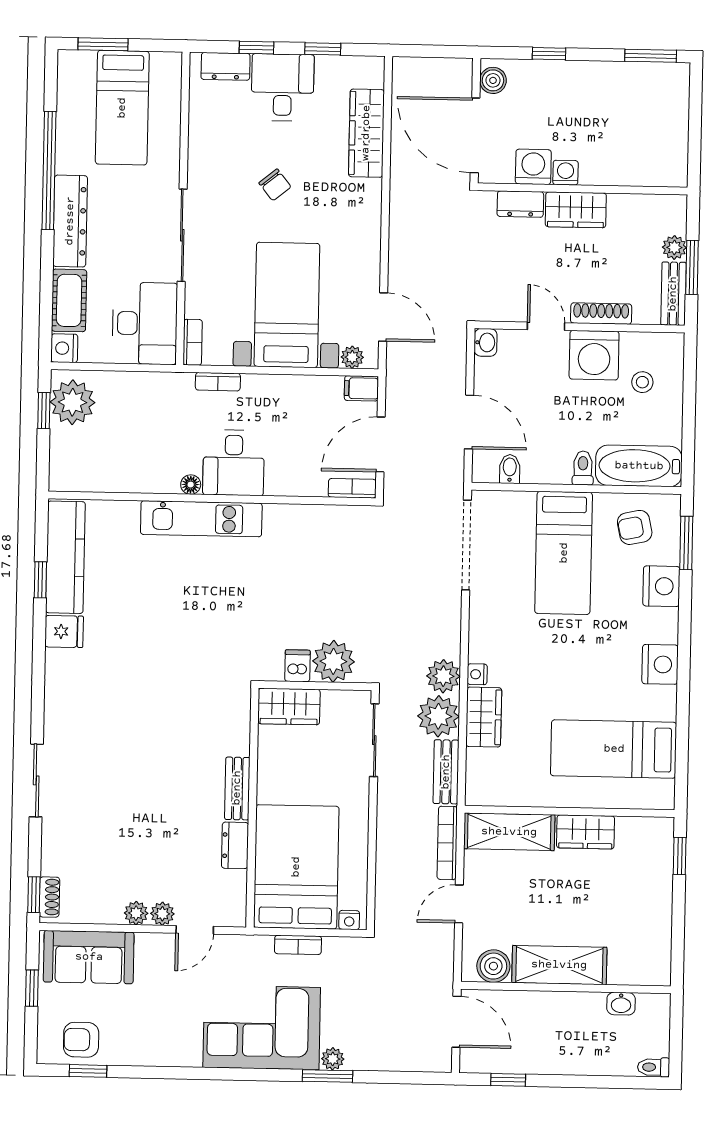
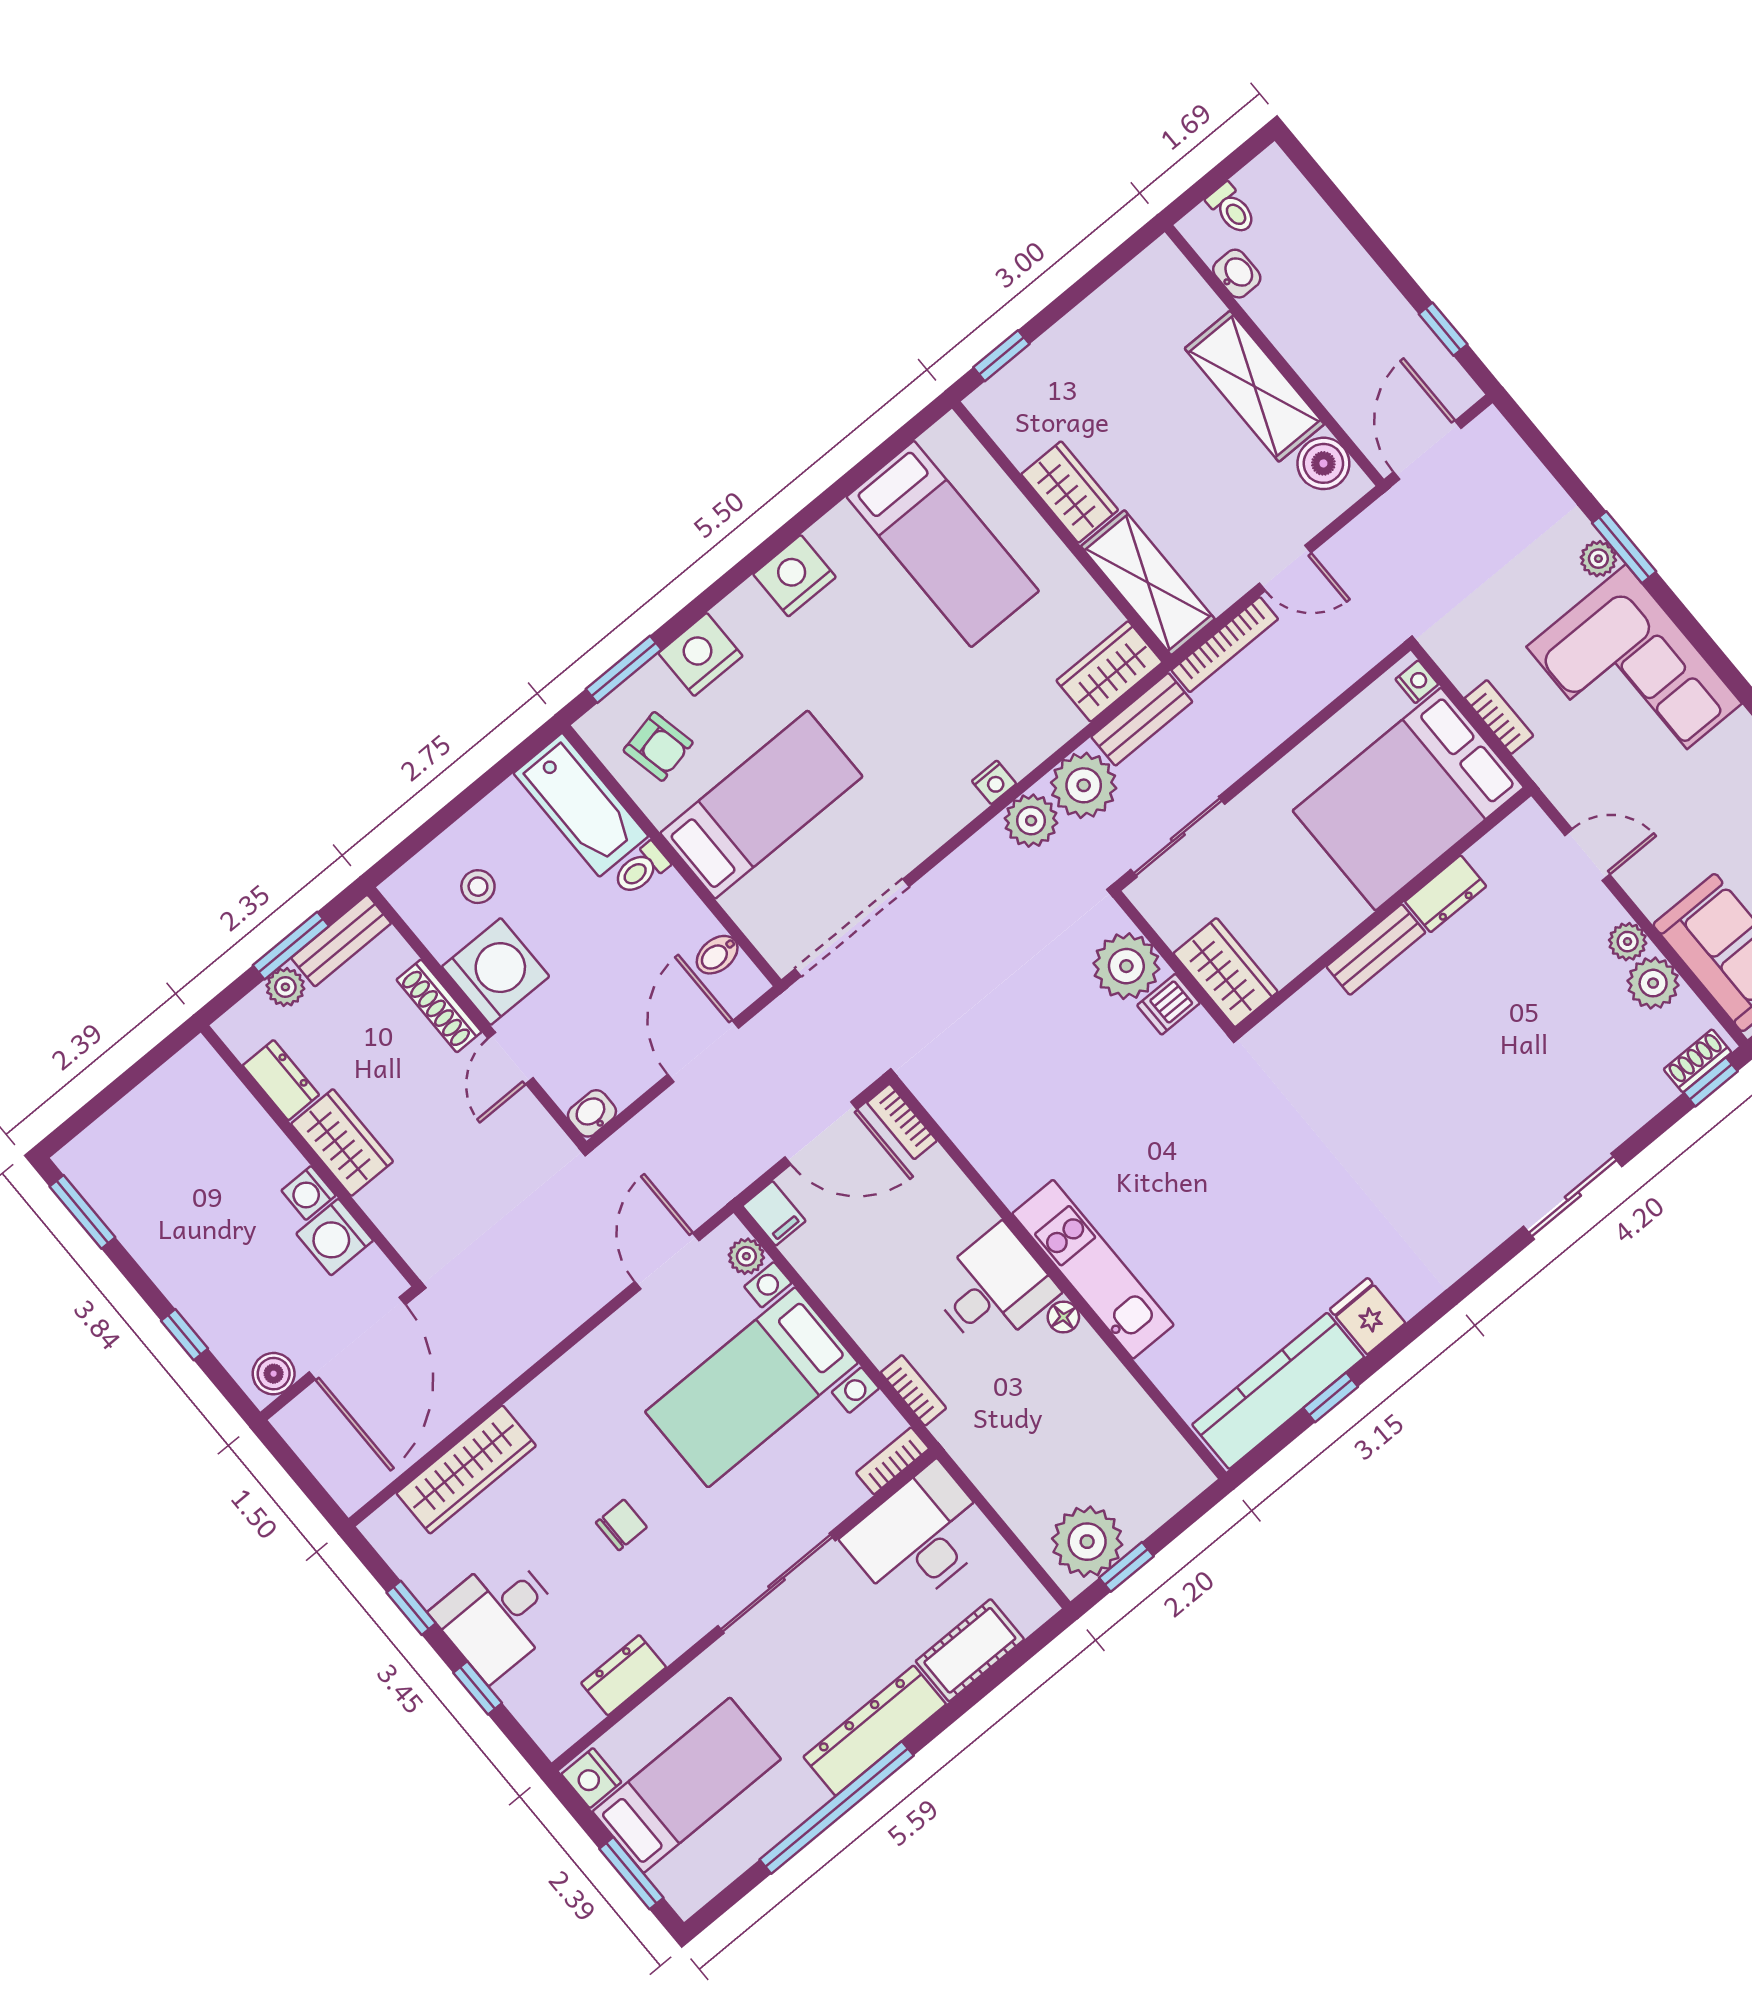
dresser: (226, 66) -> (624, 1675), moved, turned -90
chair: (275, 185) -> (621, 1525), turned 39
dresser: (520, 204) -> (281, 1080), moved
nightstand: (64, 348) -> (591, 1778), moved, turned 90
wardrobe: (484, 717) -> (1109, 671), moved
plant: (162, 914) -> (1653, 983), moved, width x1.38, depth x1.38
toilet: (654, 1067) -> (1232, 209), moved

